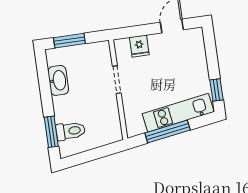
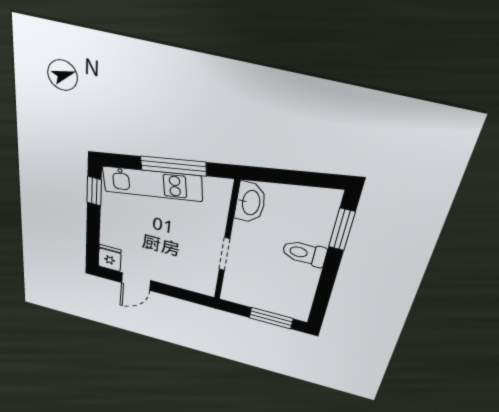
fridge: (139, 46) -> (110, 258), moved
washbasin: (58, 80) -> (250, 203), moved, turned 180
toilet: (71, 131) -> (304, 253), moved

